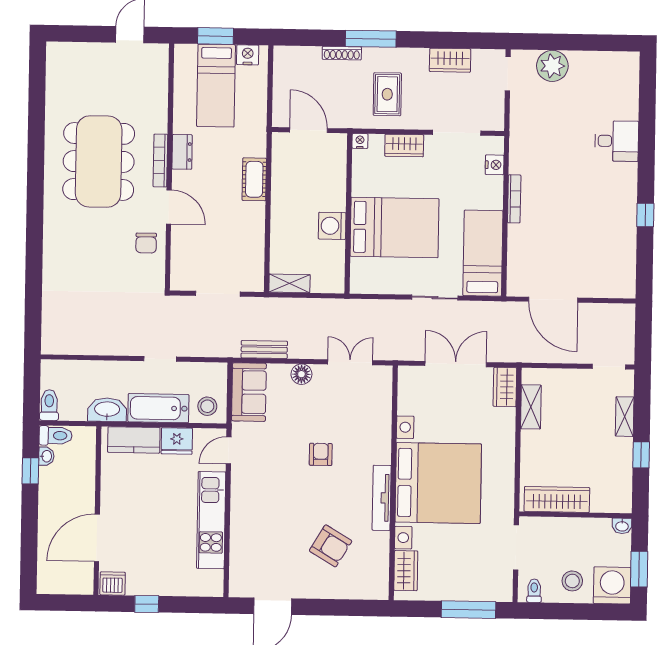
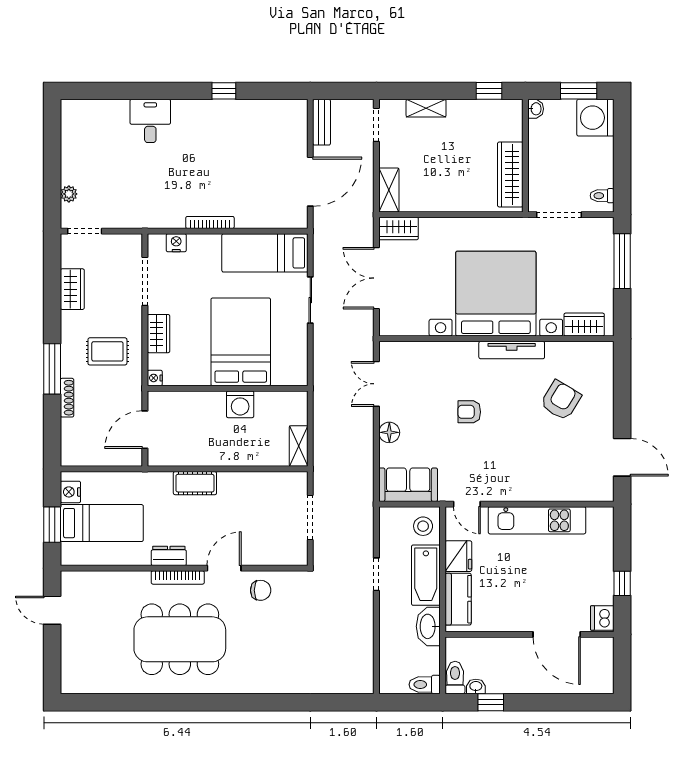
plant: (552, 66) -> (69, 194), width x0.53, depth x0.53
bench: (264, 349) -> (322, 122), moved
shelving: (531, 407) -> (389, 190), moved, turned 90
window: (641, 455) -> (489, 91), moved
stool: (572, 581) -> (592, 158), removed

